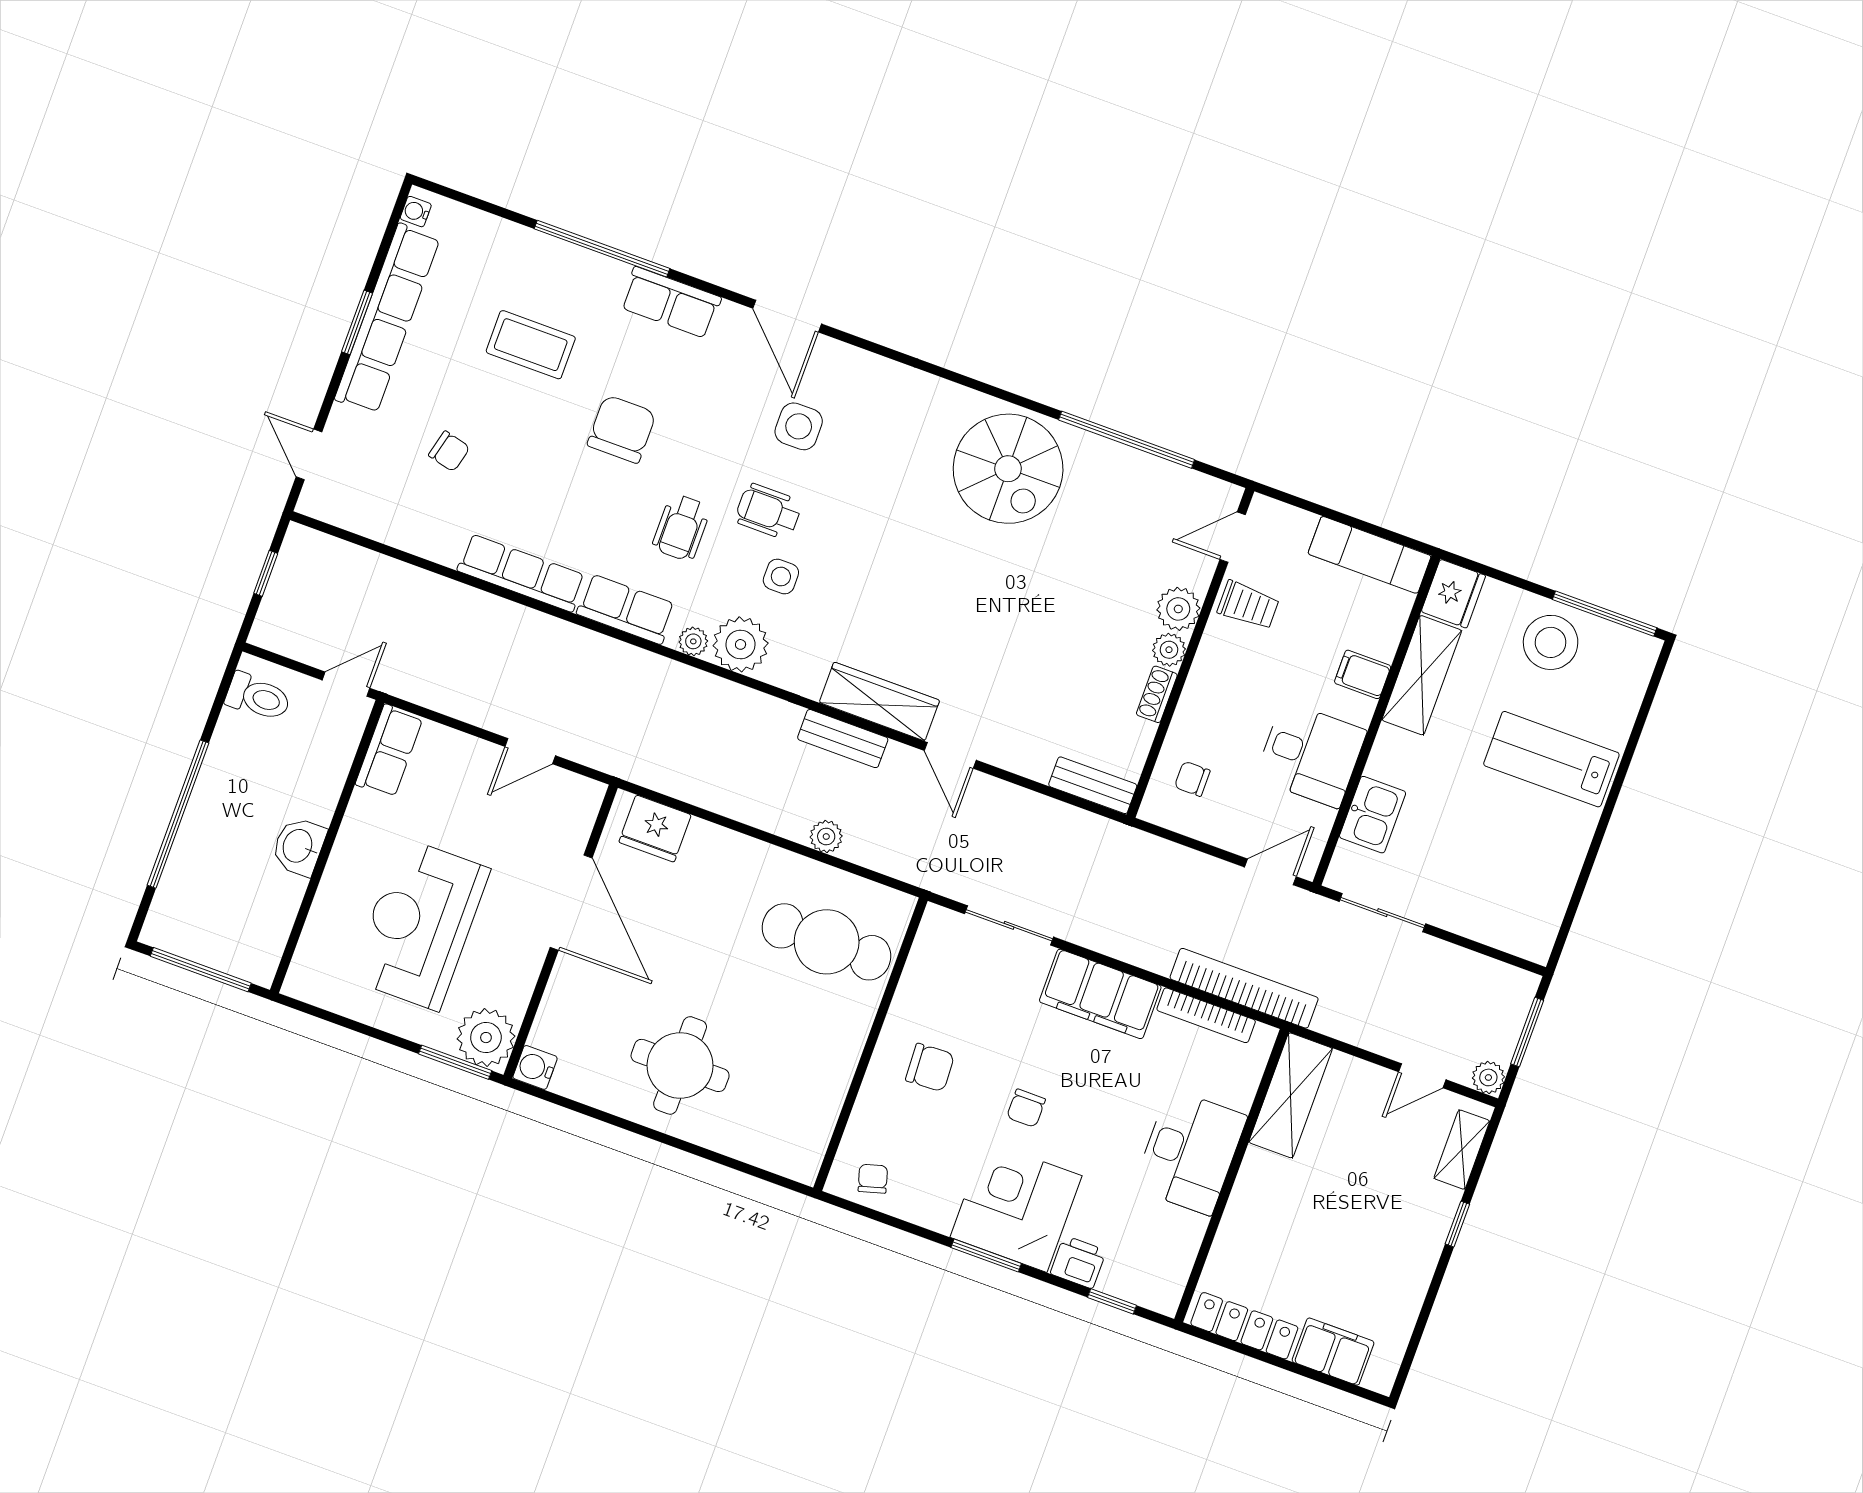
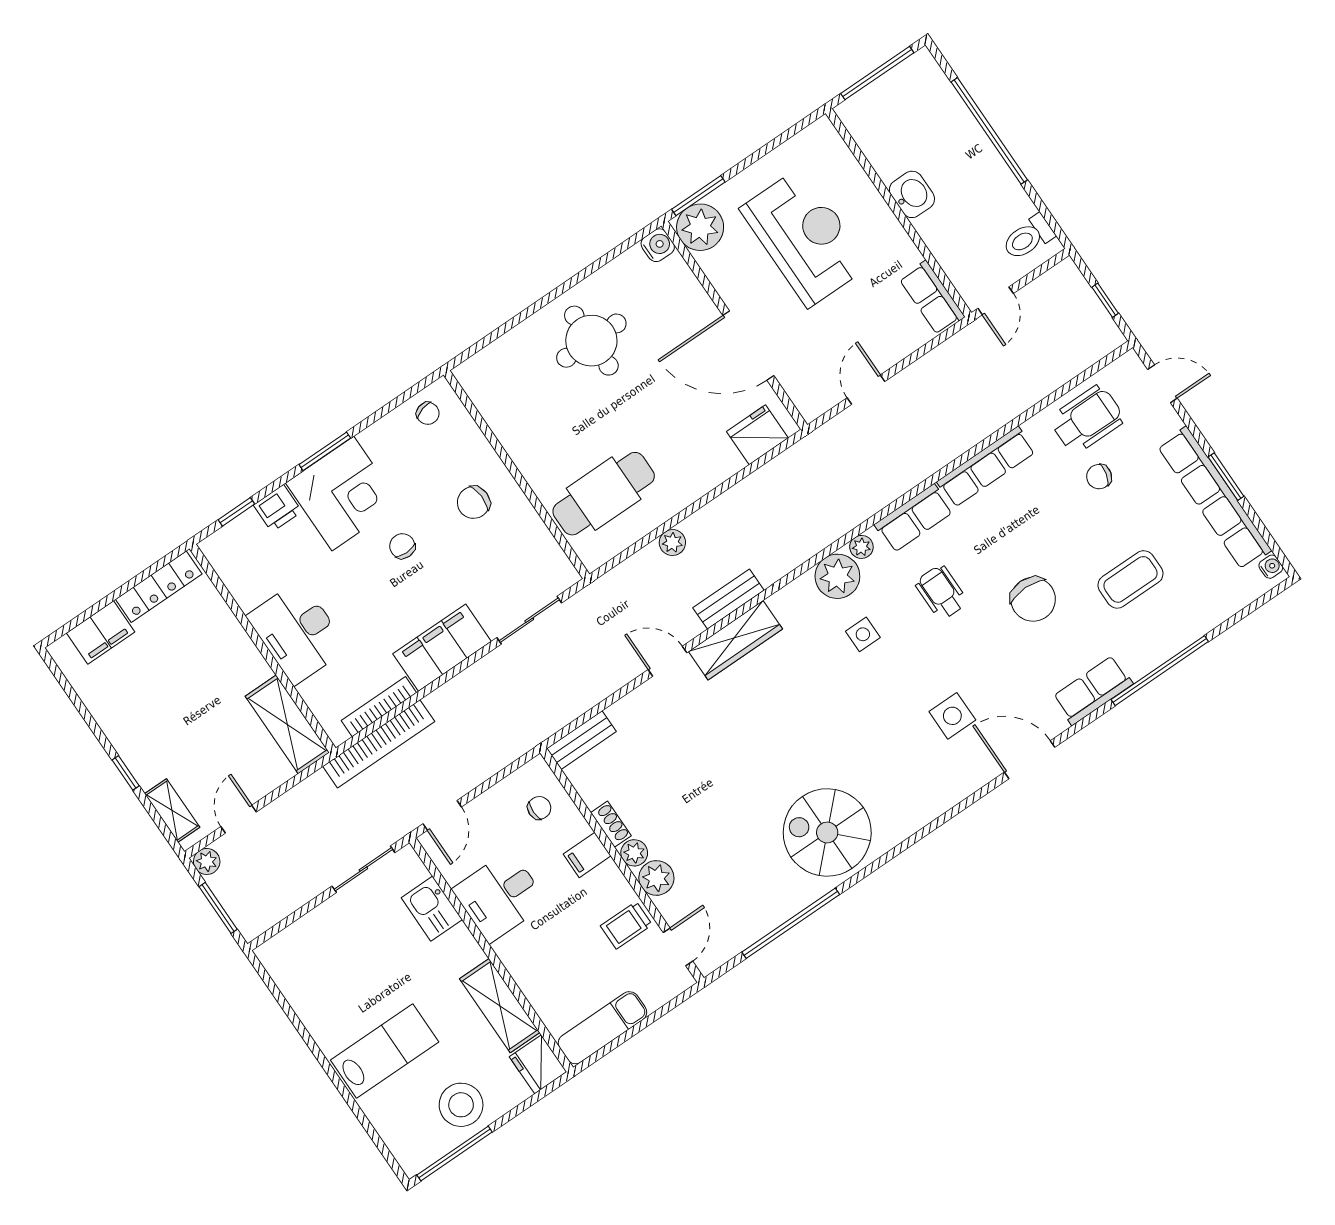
wheelchair: (768, 511) -> (1087, 419), moved, width x1.36, depth x1.37
filing cabinet: (1363, 674) -> (587, 855), moved, turned 180

